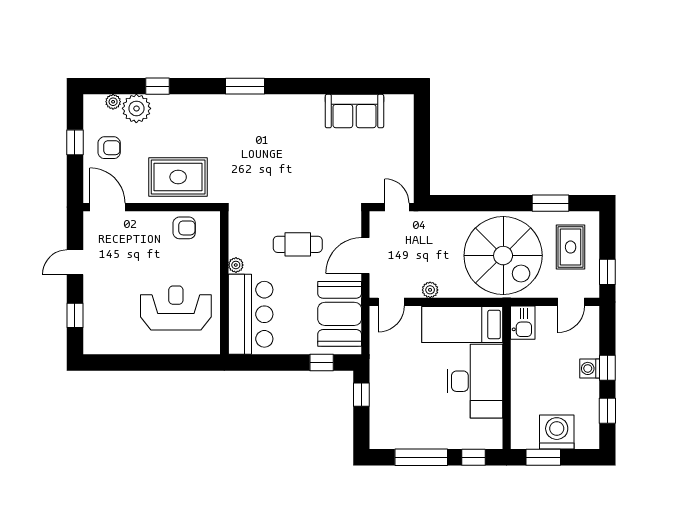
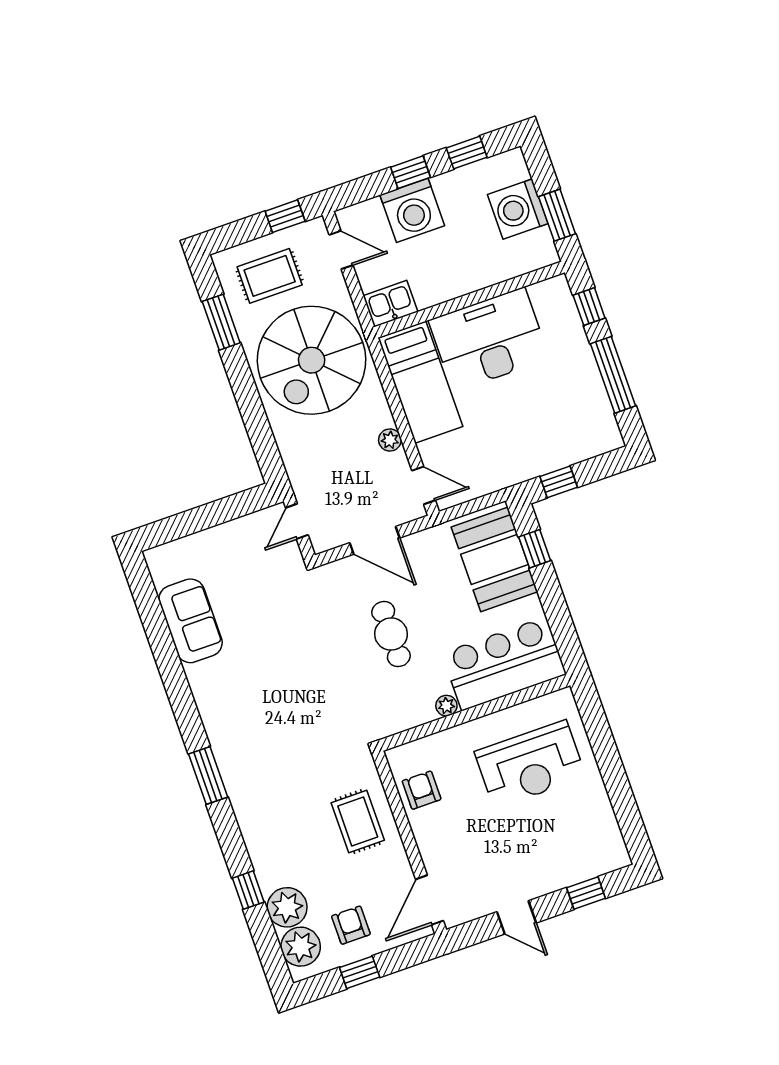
plant: (113, 102) -> (301, 947), width x1.88, depth x1.88
rug: (178, 177) -> (358, 821), width x0.73, depth x0.70
spiral stairs: (503, 256) -> (312, 360), turned 180
reception desk: (176, 308) -> (530, 764), turned -90
booth: (340, 314) -> (494, 559), moved, turned 90
washing machine: (590, 368) -> (412, 210), width x1.89, depth x1.89

